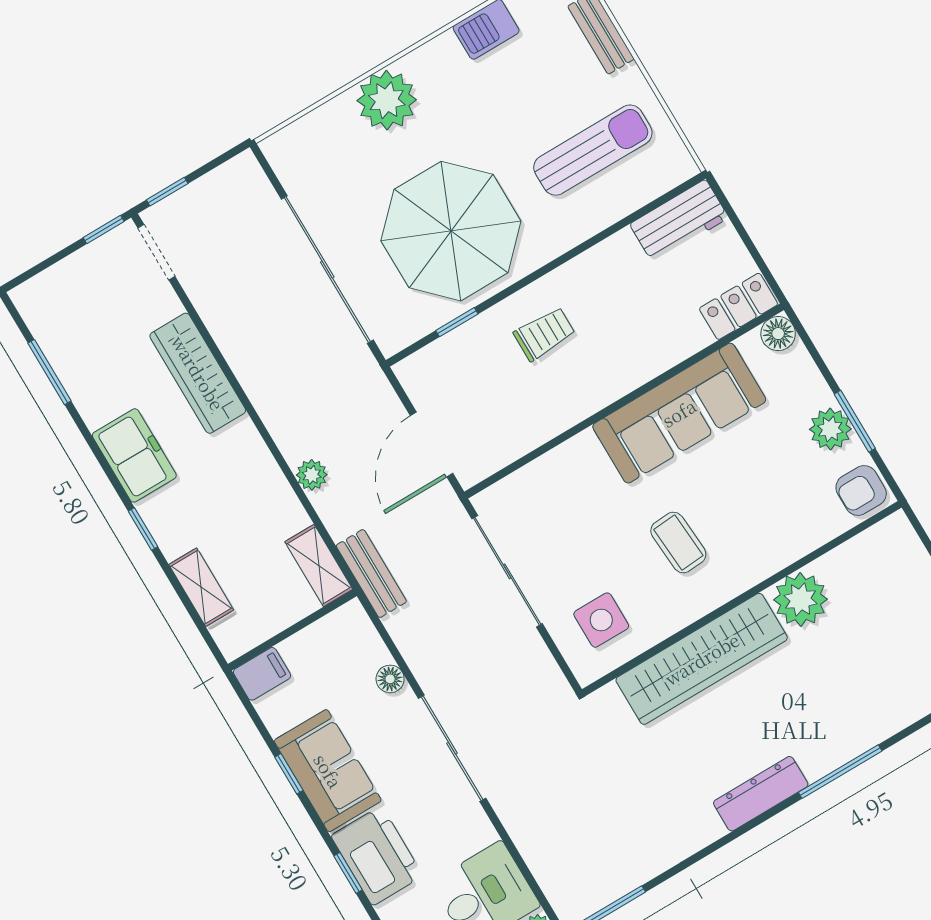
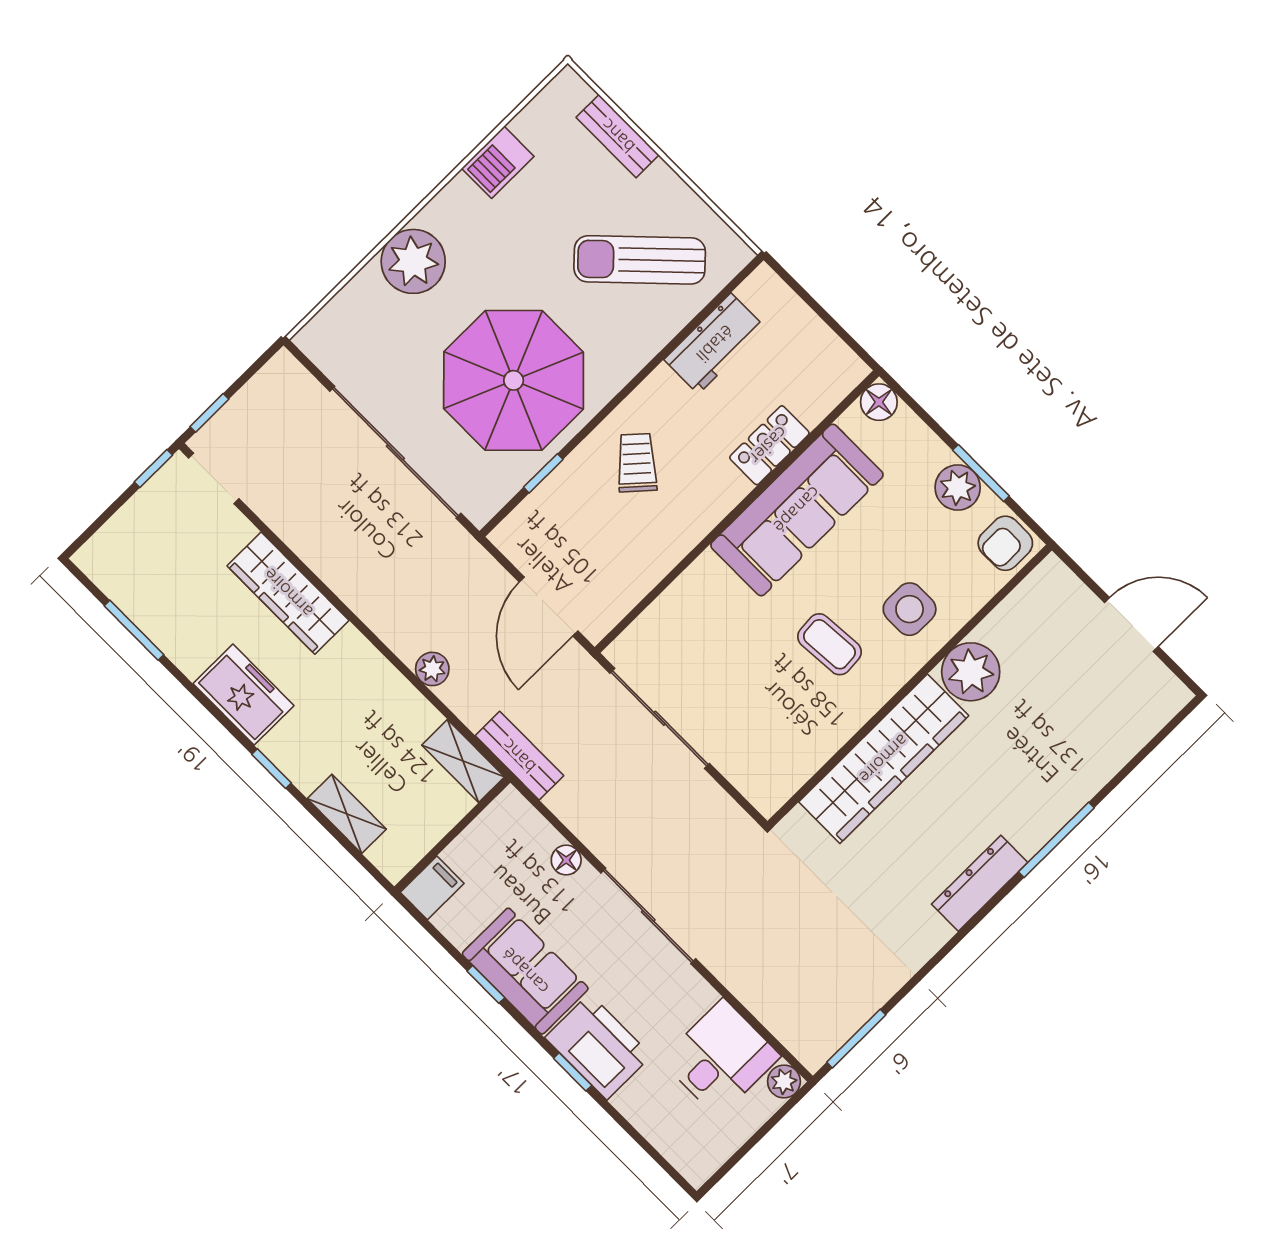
sun lounger: (593, 150) -> (640, 260), turned -134
workbench: (679, 221) -> (715, 344), moved
locker: (739, 306) -> (769, 445), moved
trolley: (544, 334) -> (637, 463), turned -48
side table: (601, 620) -> (910, 609), moved

